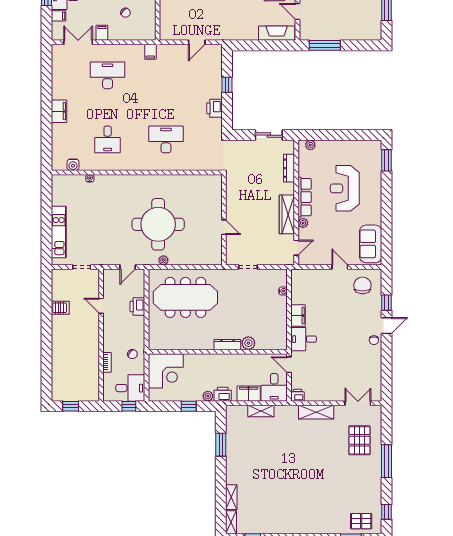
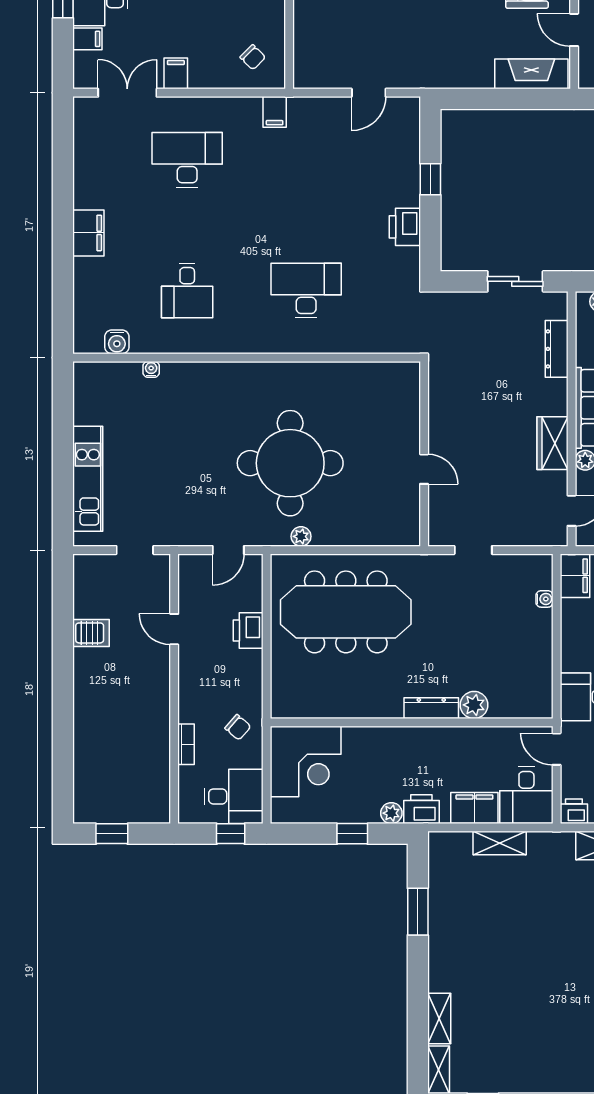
chair: (126, 13) -> (253, 57), moved
wardrobe: (287, 214) -> (552, 443), width x0.67
filing cabinet: (298, 316) -> (575, 576), moved

